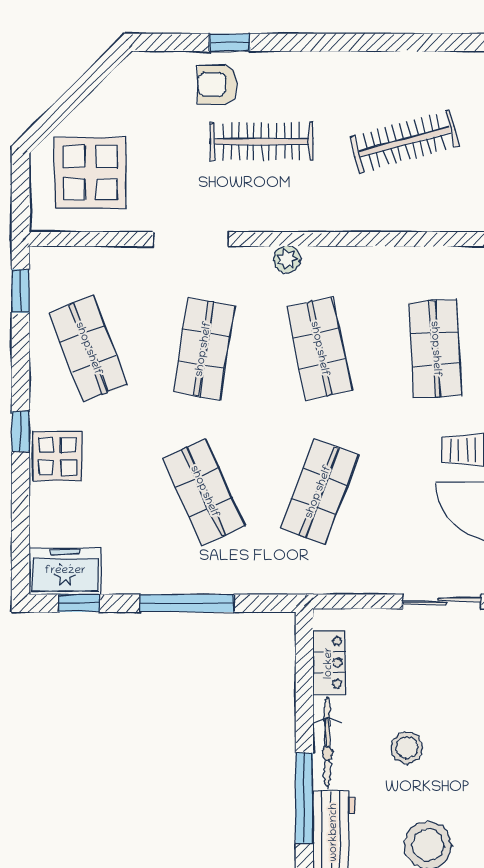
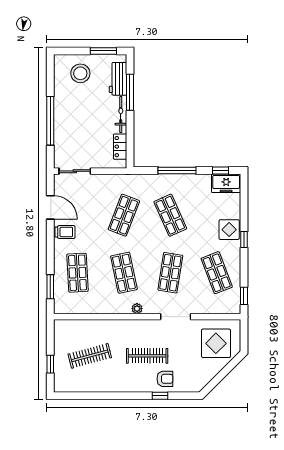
stool: (407, 748) -> (89, 112), removed

